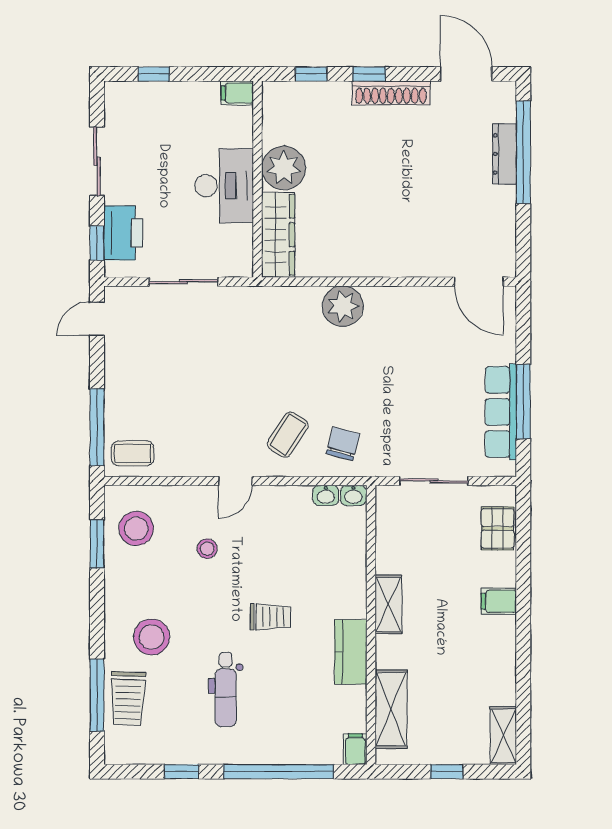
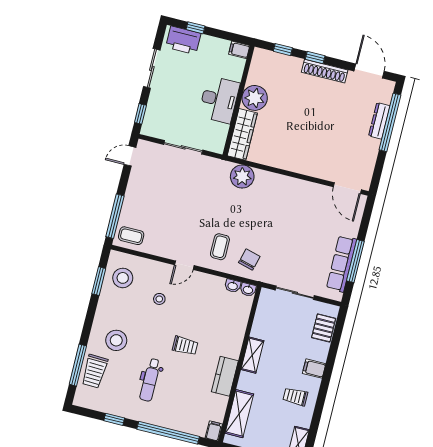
printer: (123, 233) -> (183, 40), moved, turned 90
plant: (343, 306) -> (242, 176), moved
coffee table: (288, 435) -> (220, 247), turned -33
trolley: (479, 657) -> (295, 397), added

